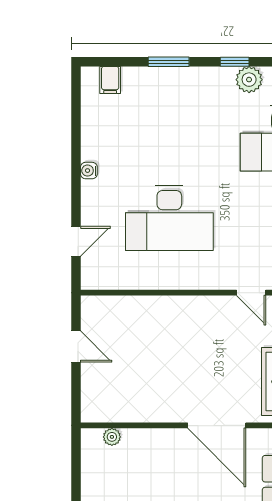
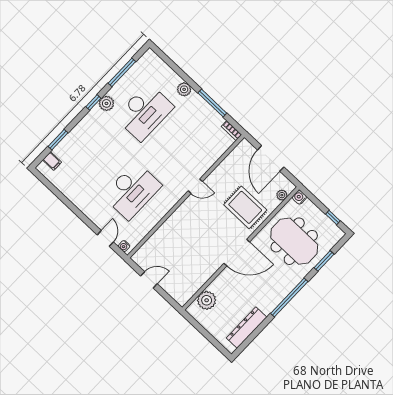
window: (169, 62) -> (58, 140), moved
water cooler: (89, 171) -> (124, 246), moved
plant: (112, 437) -> (207, 300), width x1.87, depth x1.87

